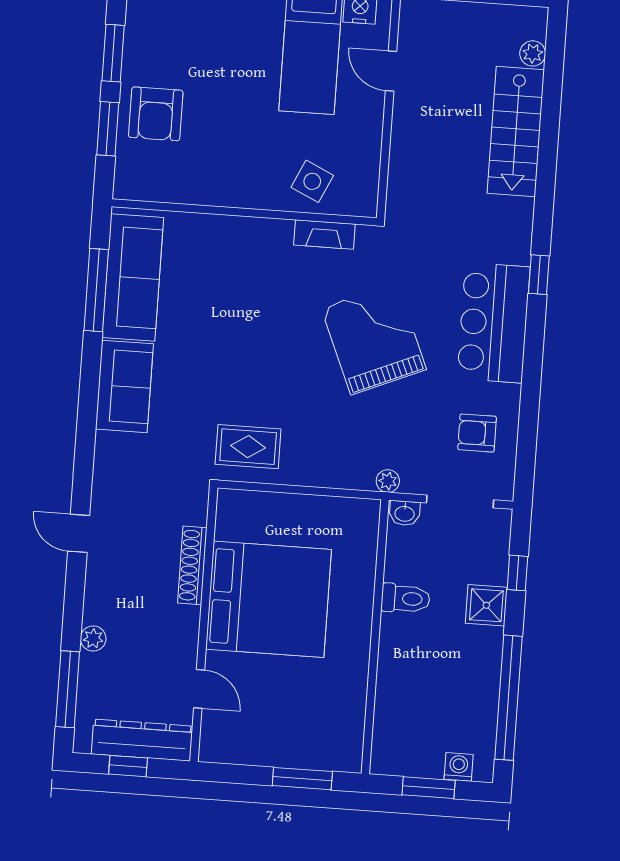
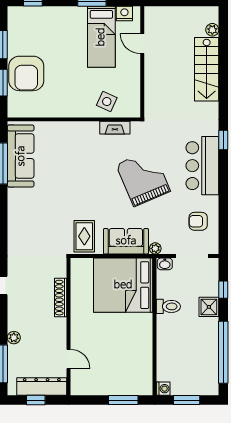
armchair: (156, 114) -> (26, 73), width x1.36, depth x1.36
sofa: (124, 386) -> (126, 241), moved, turned -90
rug: (248, 447) -> (84, 236), turned 90
bed: (269, 599) -> (123, 285), moved, turned 180
washing machine: (459, 767) -> (163, 389), moved, turned 90

